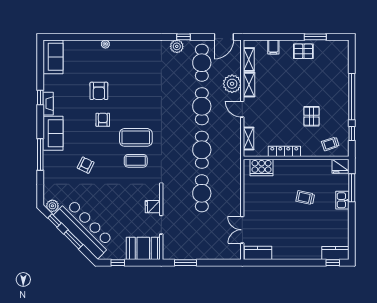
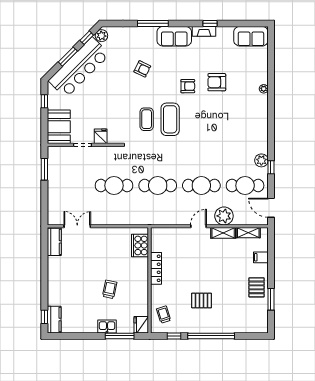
pallet: (311, 116) -> (202, 300), moved
shelving: (249, 139) -> (169, 232), removed

